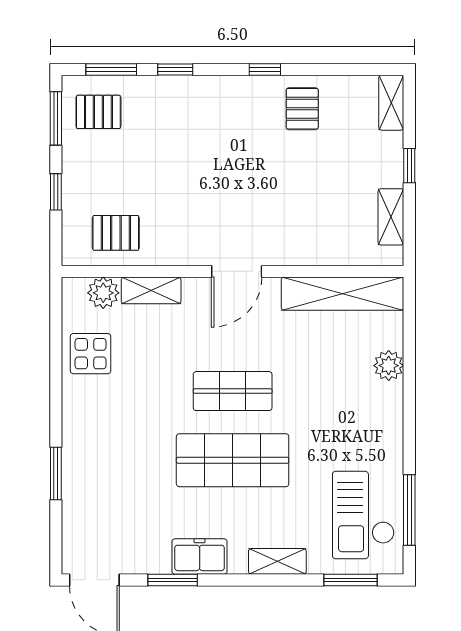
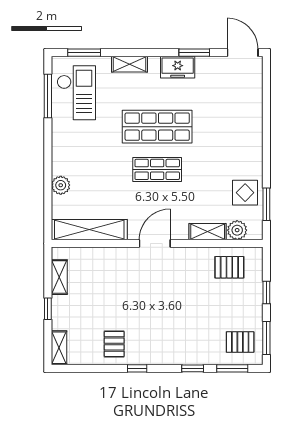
window: (56, 474) -> (266, 204), moved

